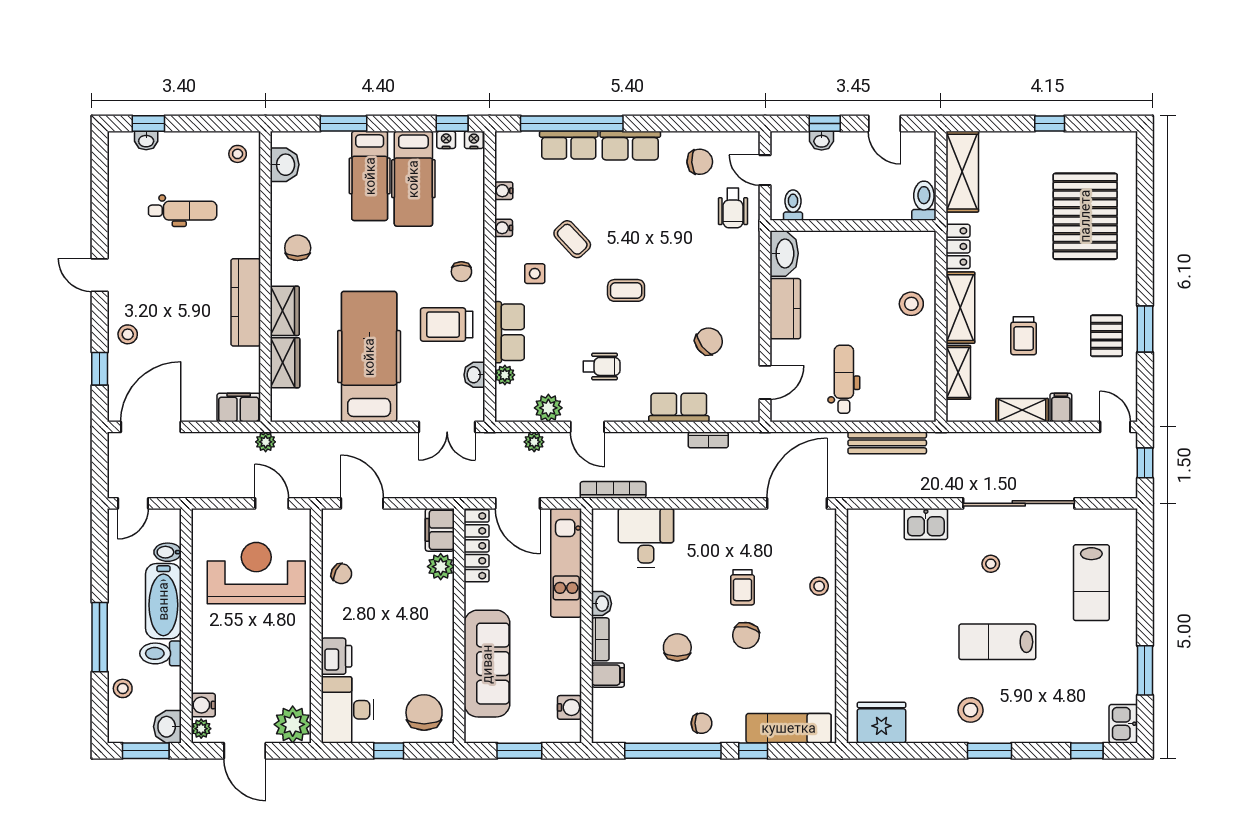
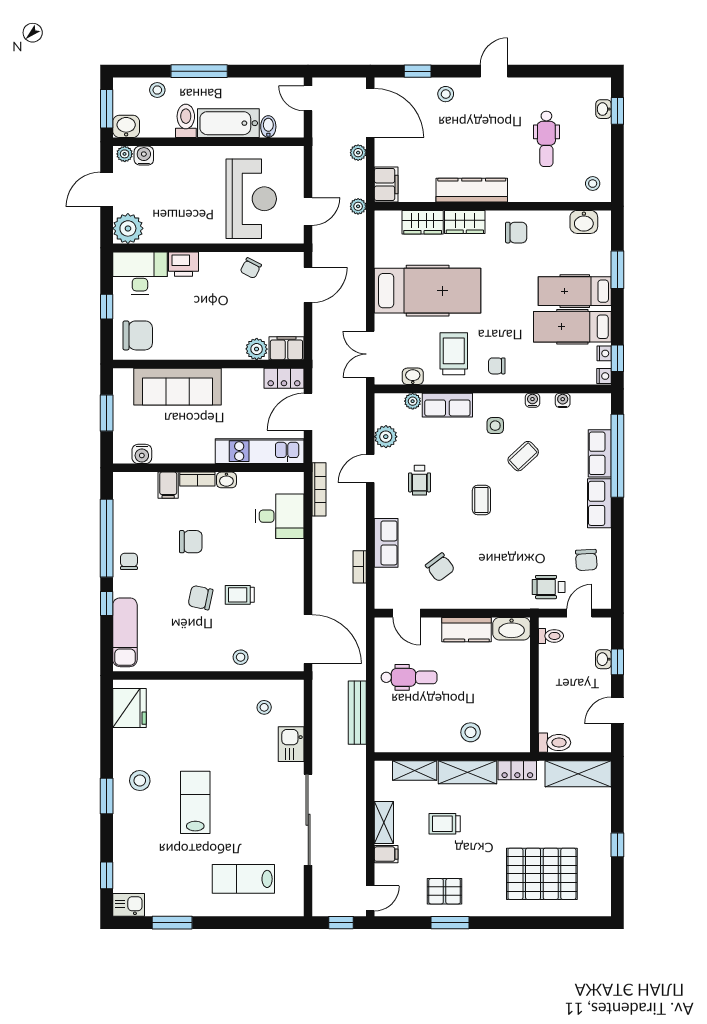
plant: (534, 442) -> (358, 153), moved
locker: (477, 546) -> (284, 378), width x0.66
stool: (991, 564) -> (264, 707), moved
chair: (702, 723) -> (129, 561), turned 180

